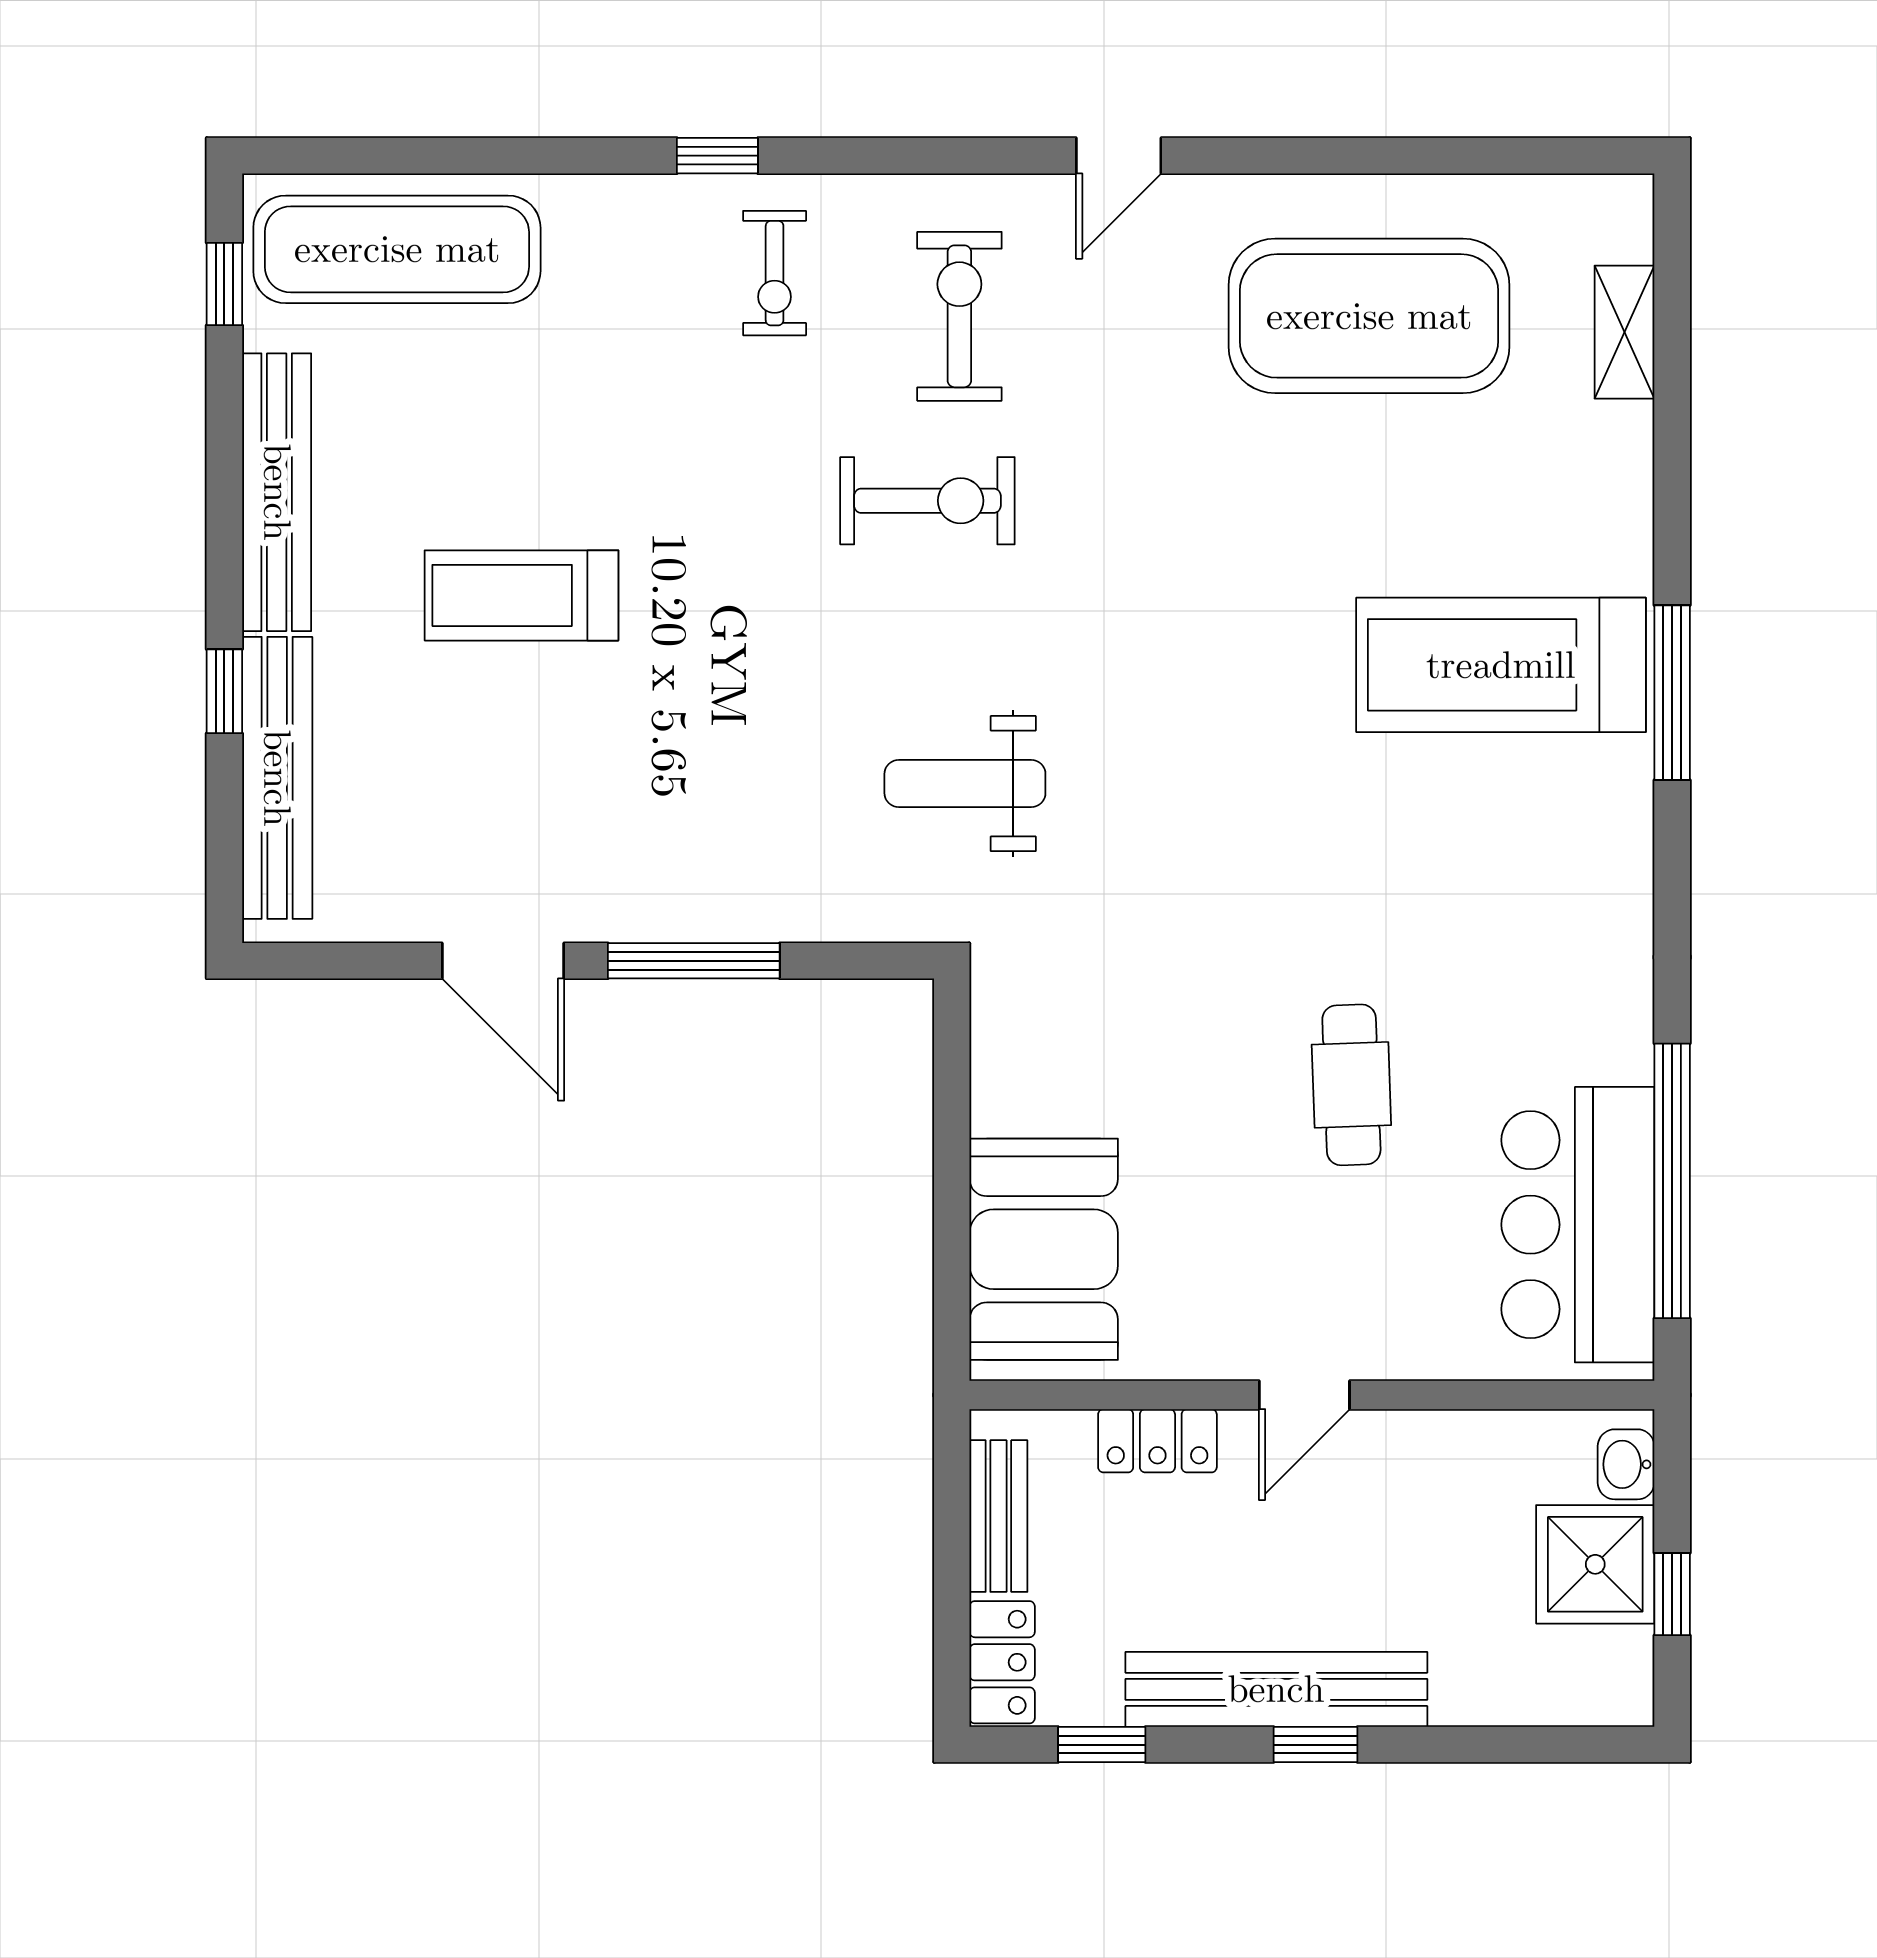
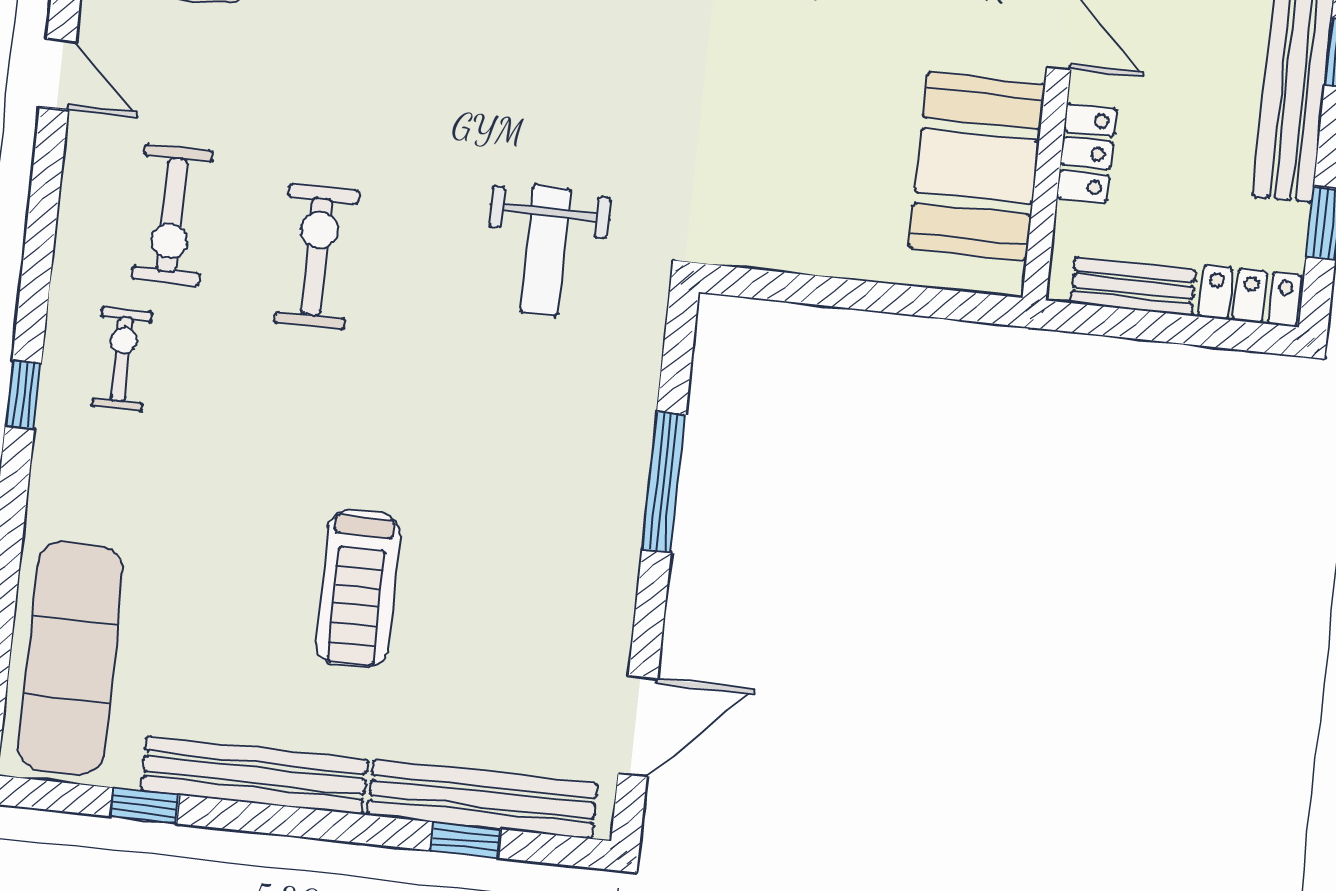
exercise bike: (775, 273) -> (122, 359), turned -90
window: (224, 284) -> (145, 806), moved
exercise bike: (959, 316) -> (172, 215), turned -90
window: (224, 691) -> (466, 840), moved
door: (503, 961) -> (638, 726), moved
booth: (1044, 1249) -> (977, 166), moved, turned 90

